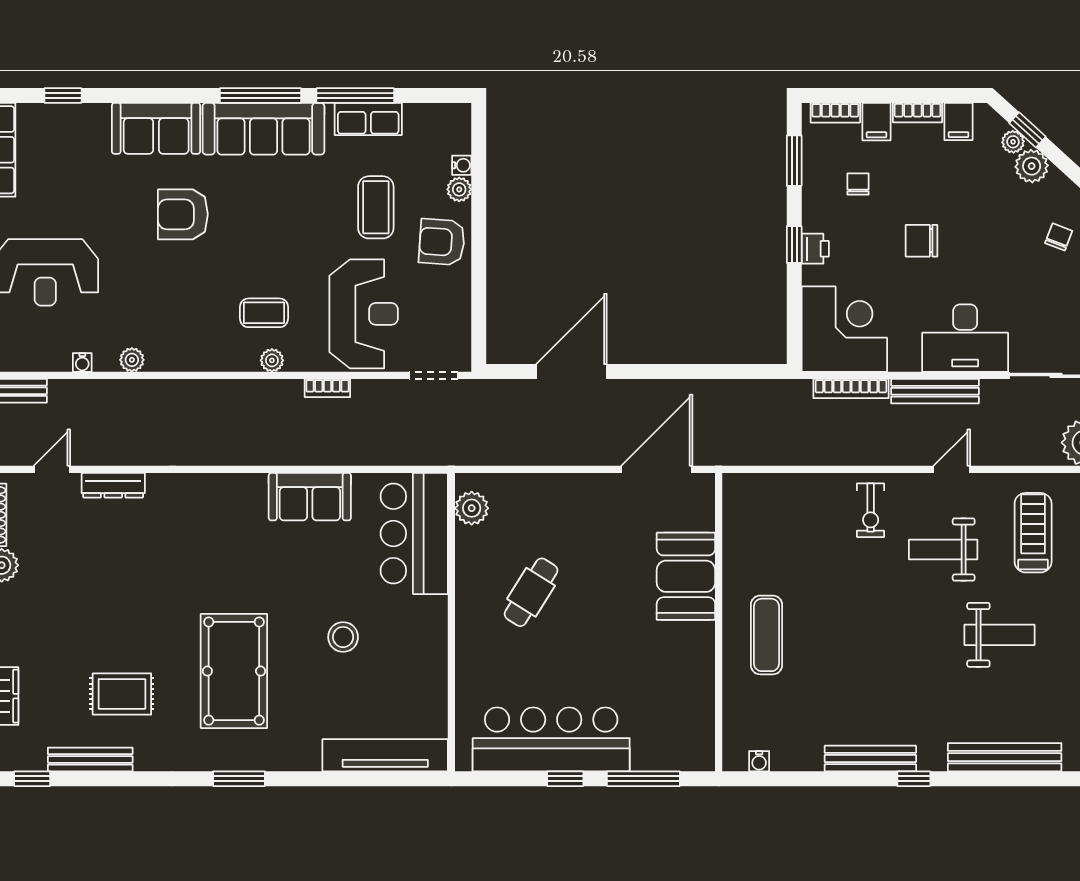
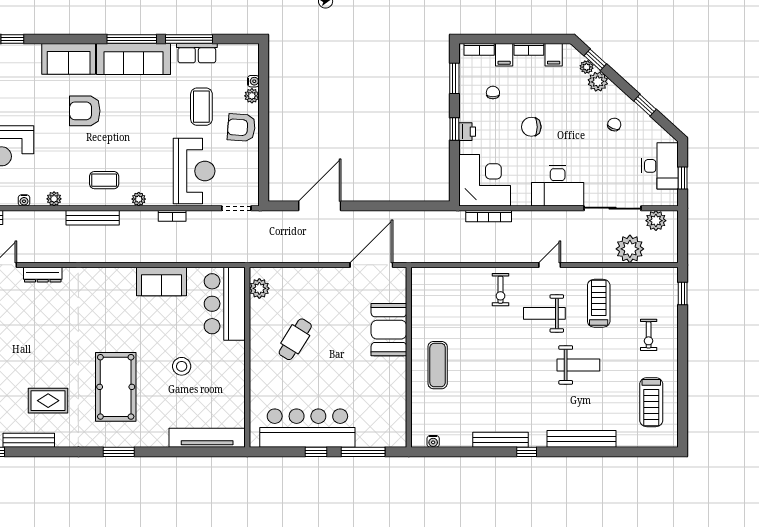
coffee table: (264, 313) -> (104, 180), moved
bench: (935, 391) -> (93, 218), moved

